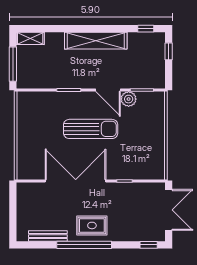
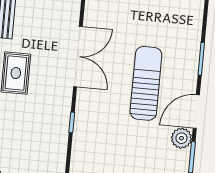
sun lounger: (91, 129) -> (146, 83), turned 180
double door: (76, 181) -> (78, 57), width x0.73

